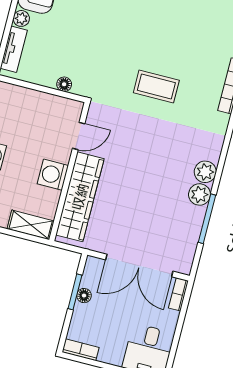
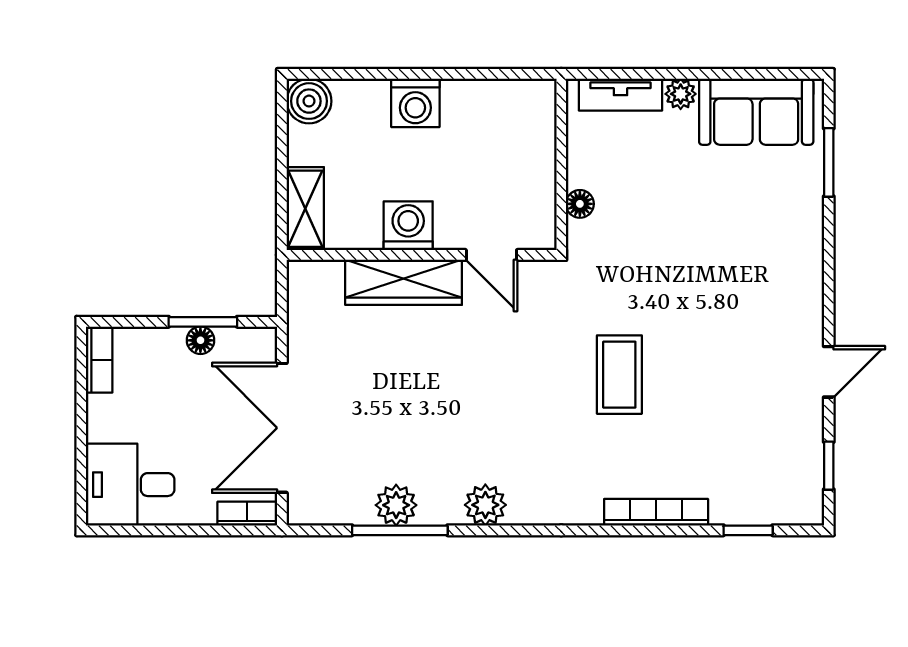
plant: (199, 194) -> (396, 505), moved
wardrobe: (80, 197) -> (404, 282), width x0.71, depth x0.85

